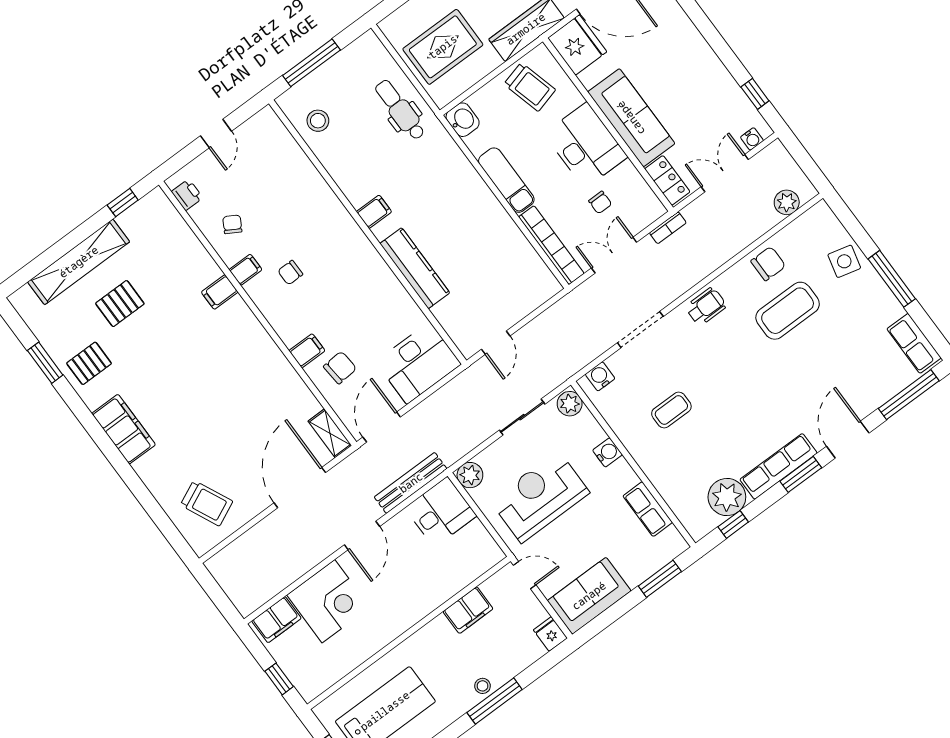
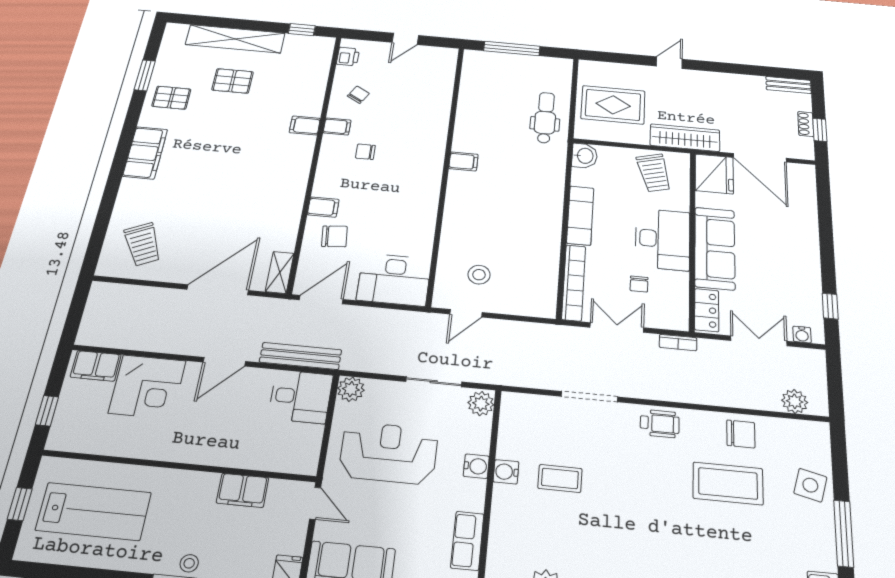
stool: (318, 121) -> (479, 275), moved
kitchen counter: (415, 268) -> (456, 218), removed
water cooler: (600, 376) -> (506, 472), moved, turned -90

